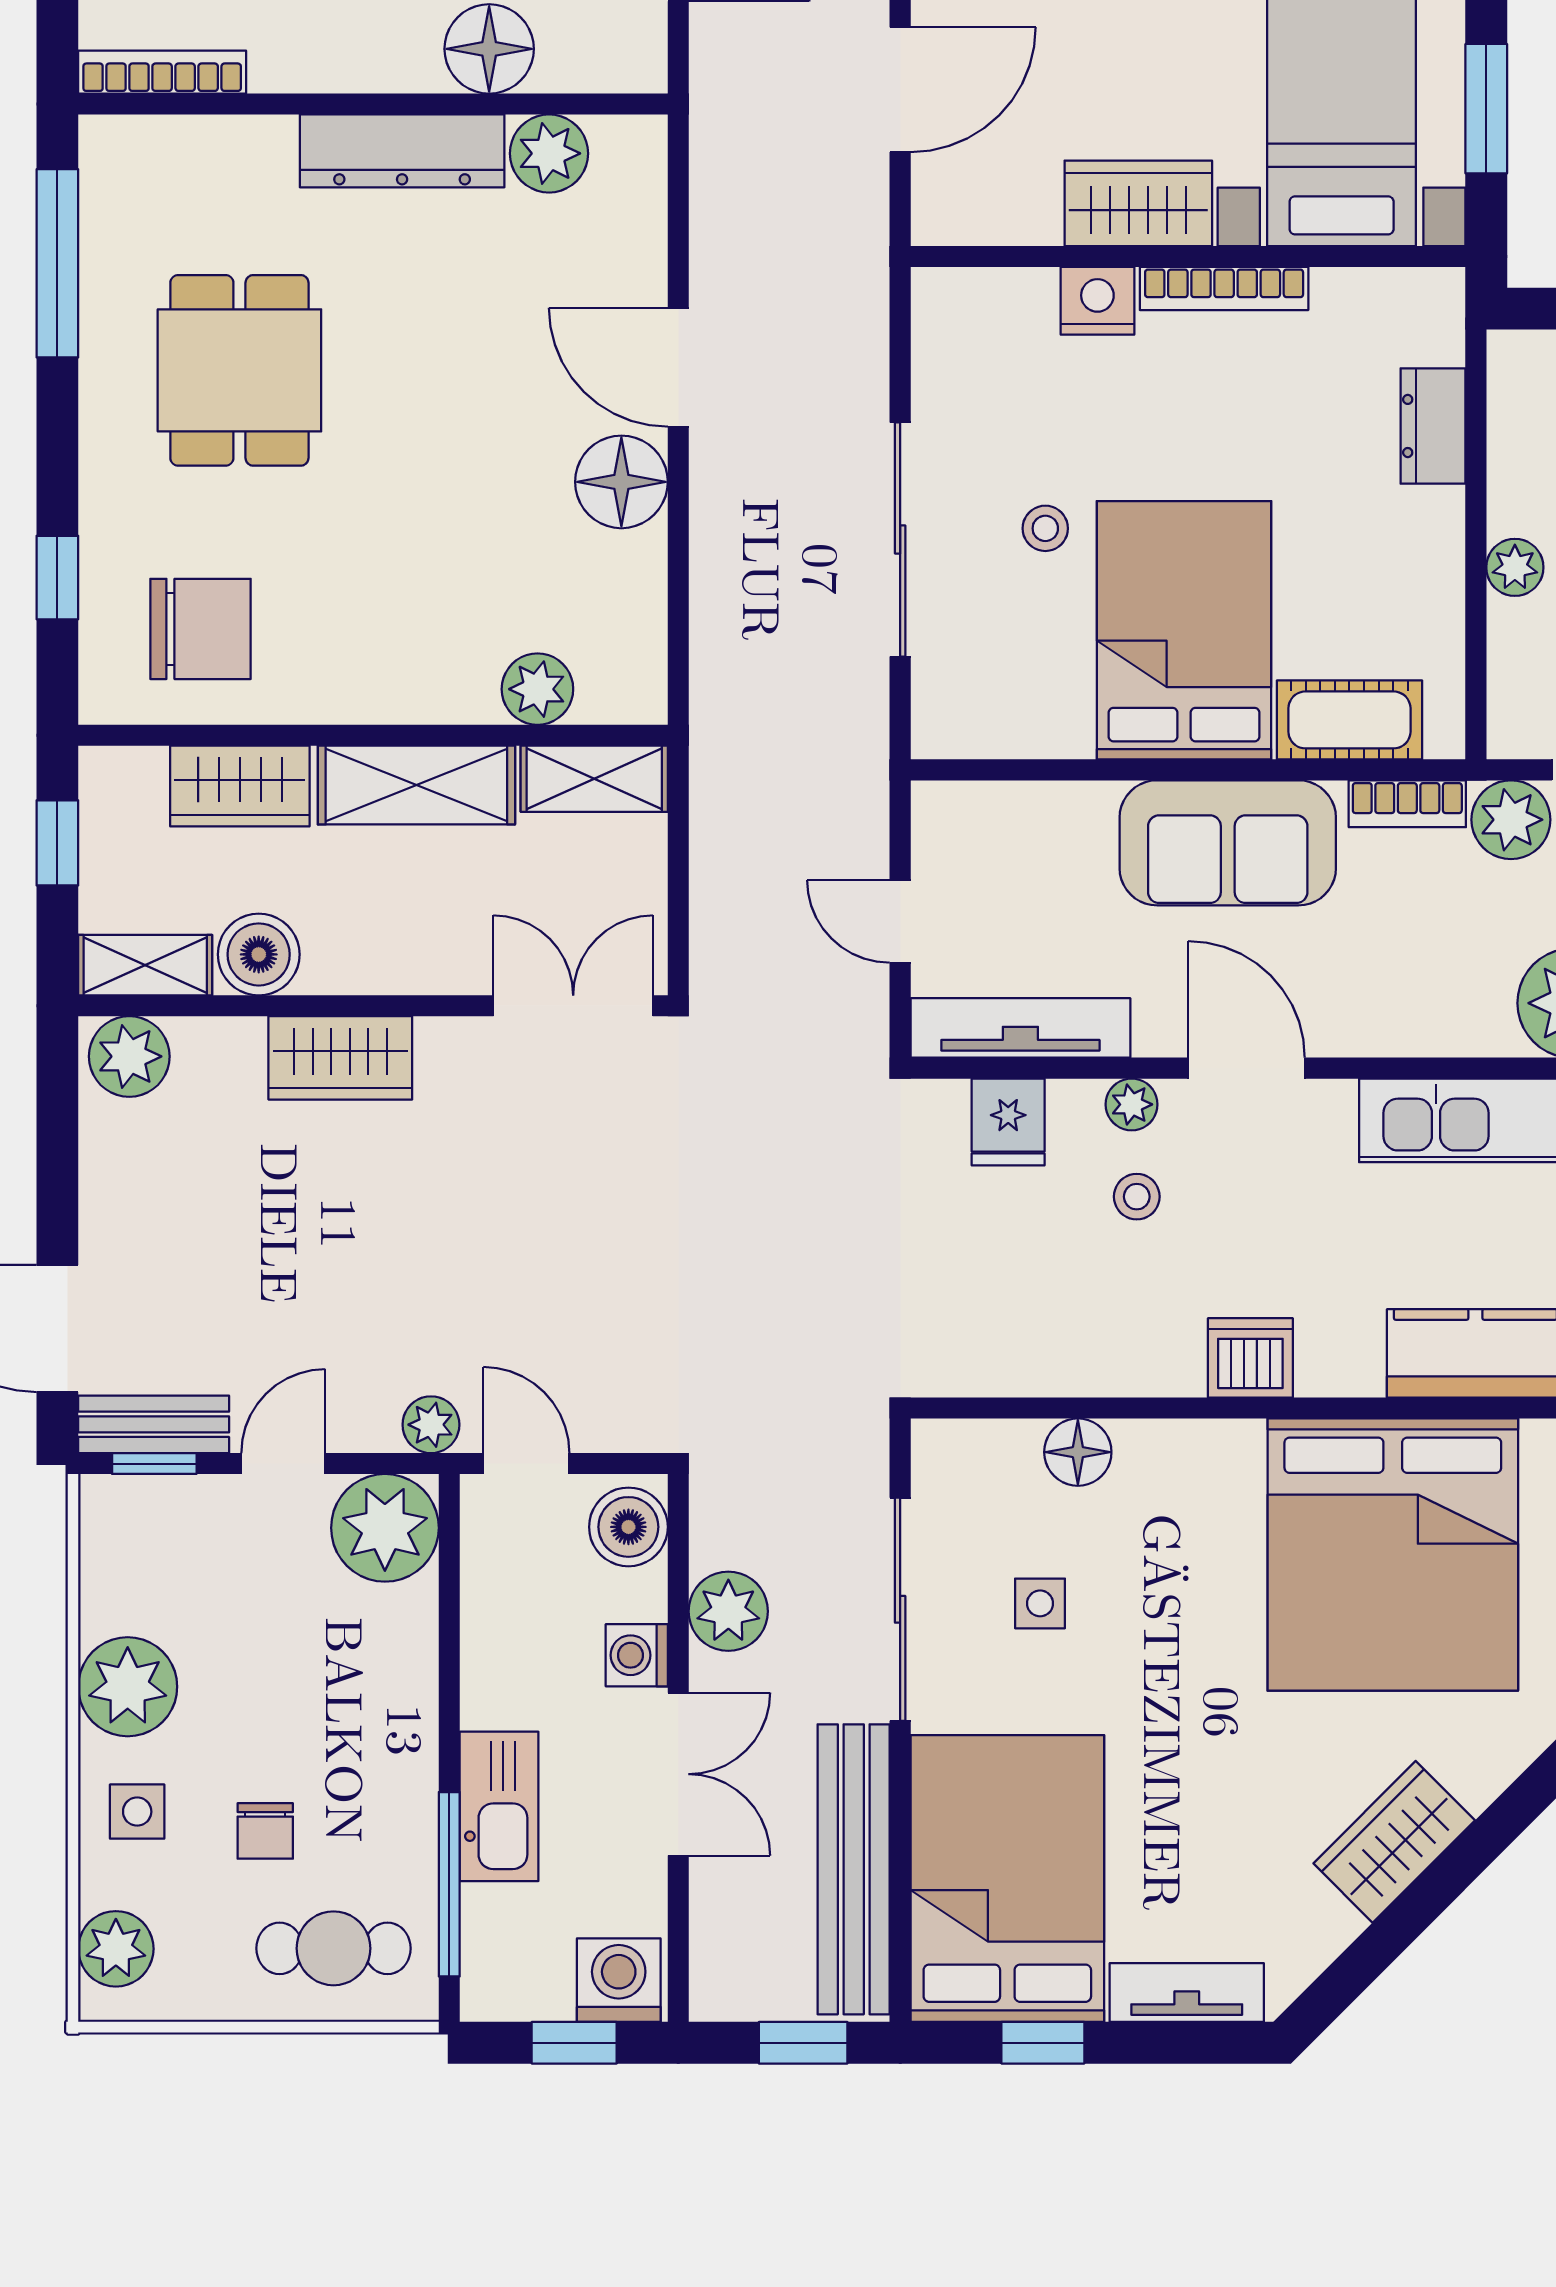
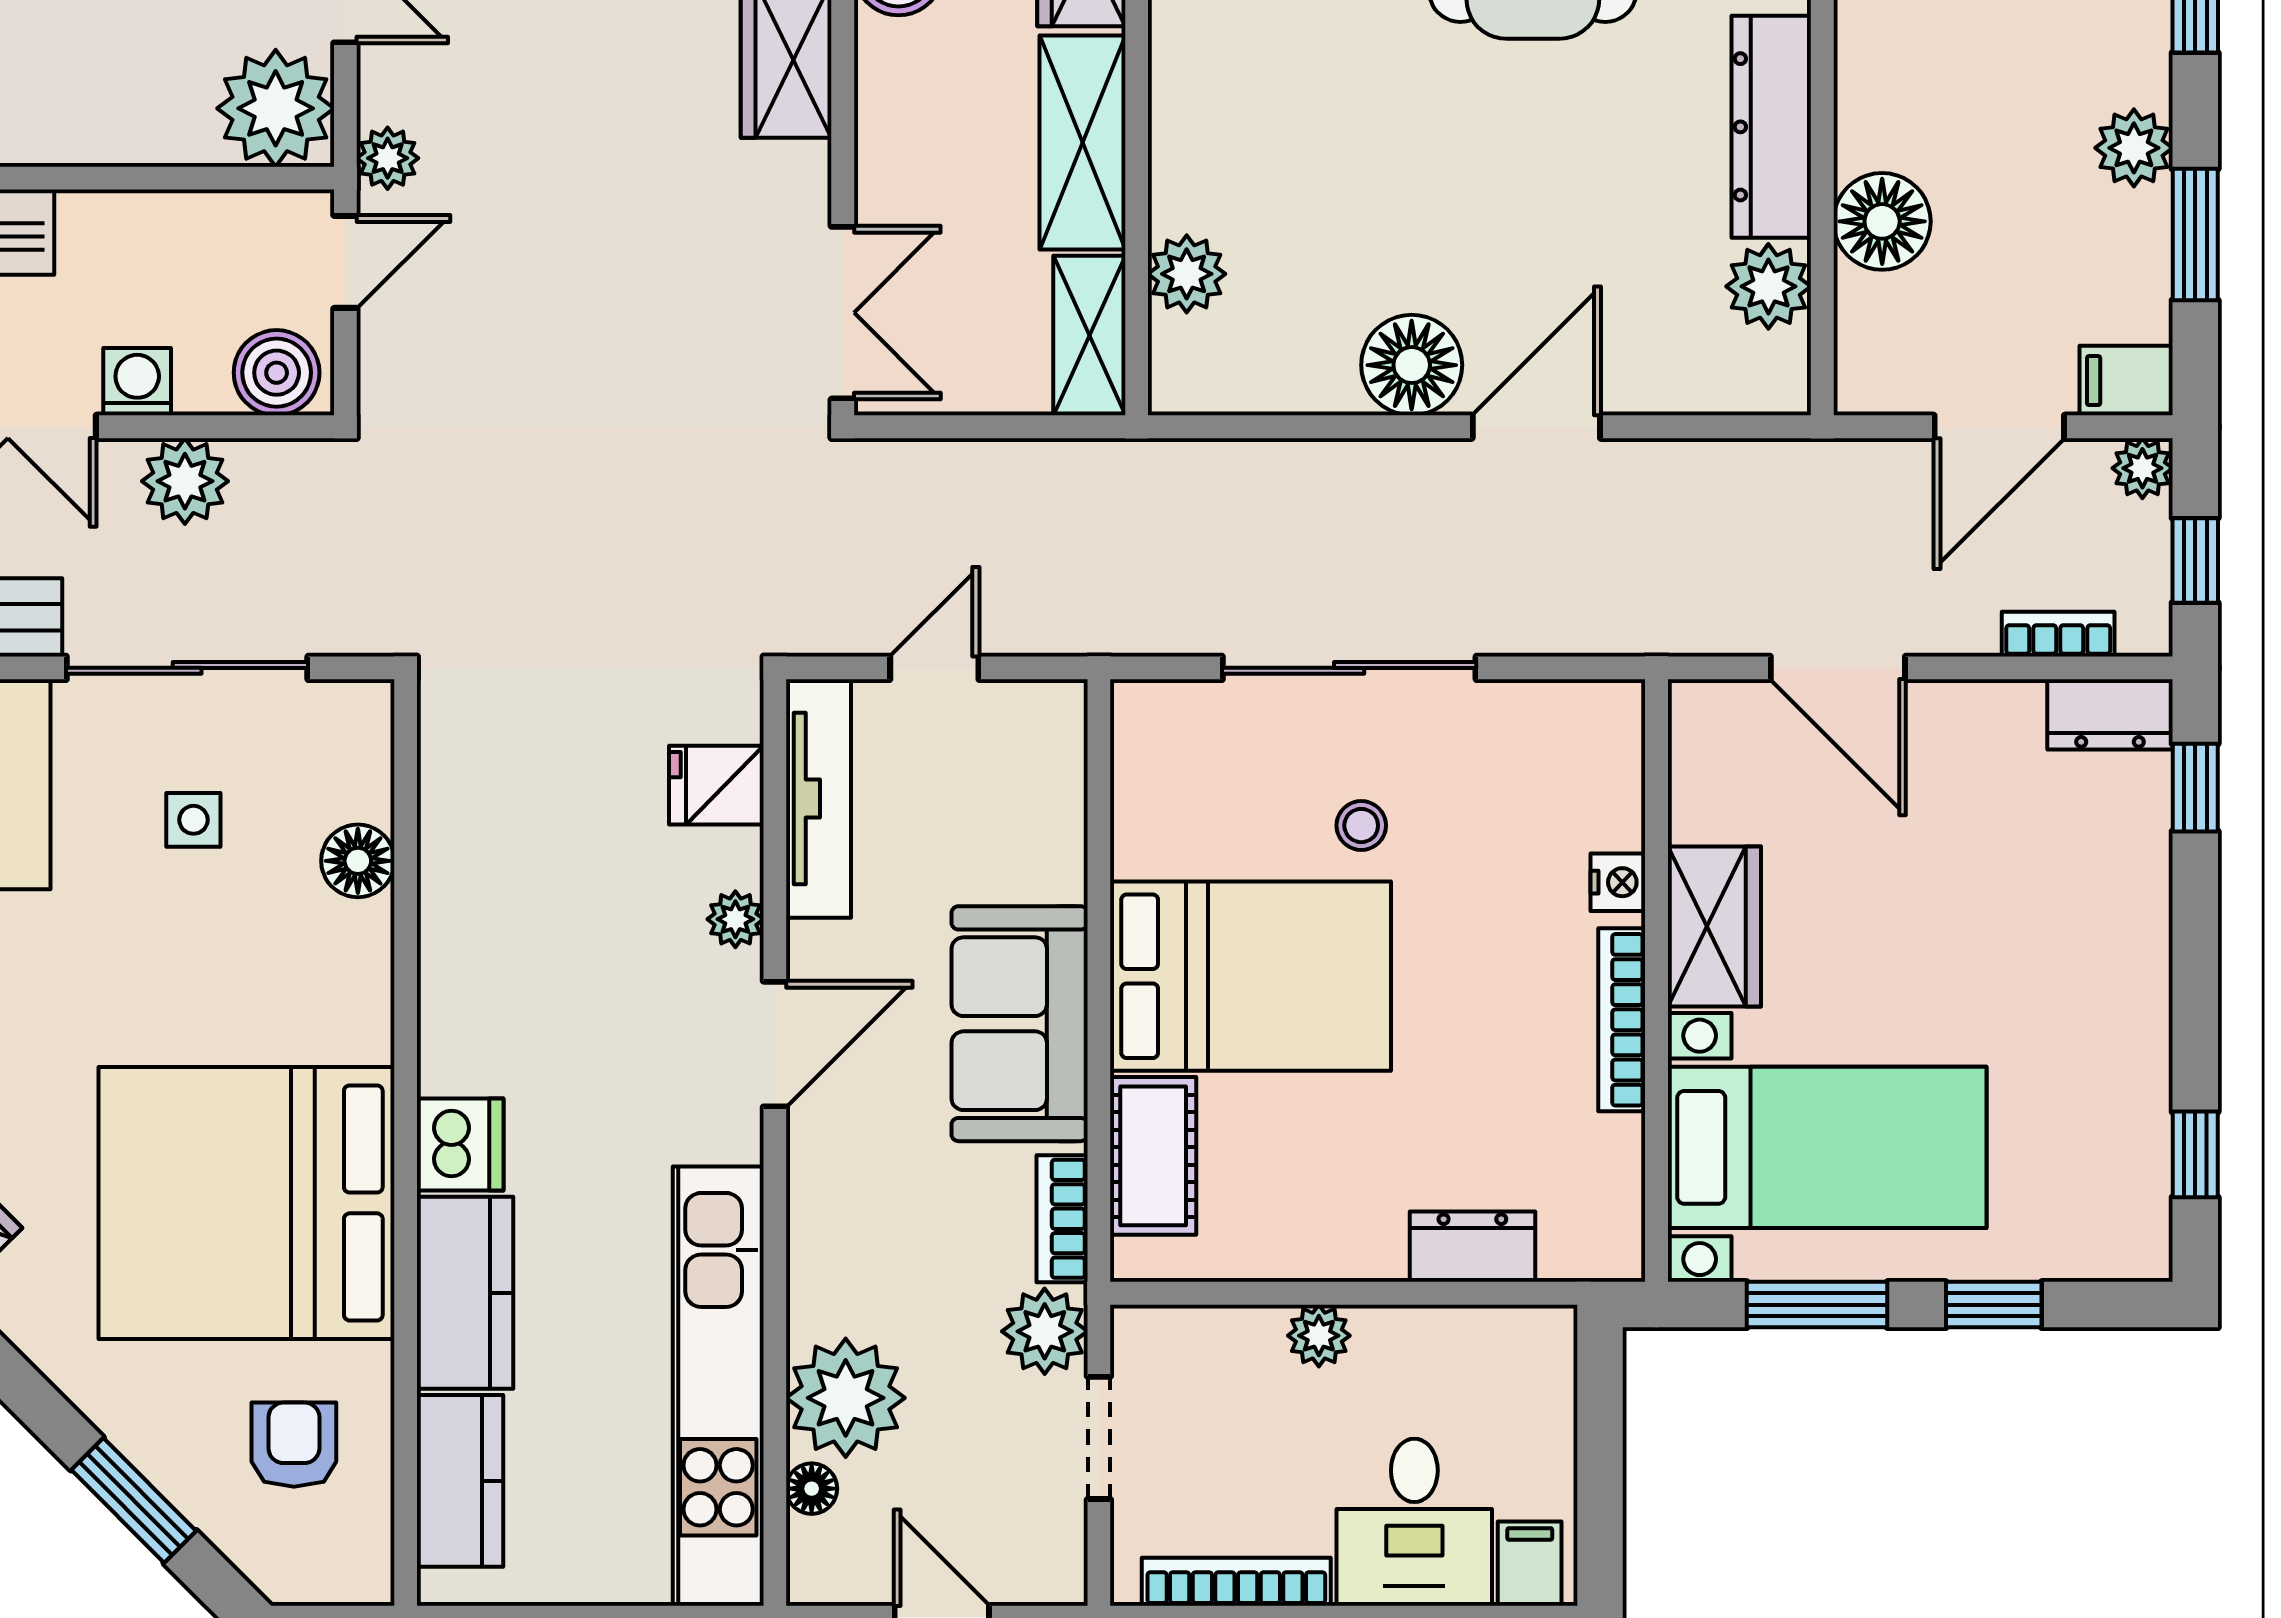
nightstand: (1097, 301) -> (1618, 882), width x0.72, depth x0.74
stool: (1137, 1197) -> (635, 925), removed
dishwasher: (1250, 1358) -> (460, 1144), moved

